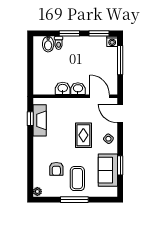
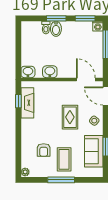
bidet: (48, 44) -> (56, 29), moved
washbasin: (78, 89) -> (28, 72), moved

